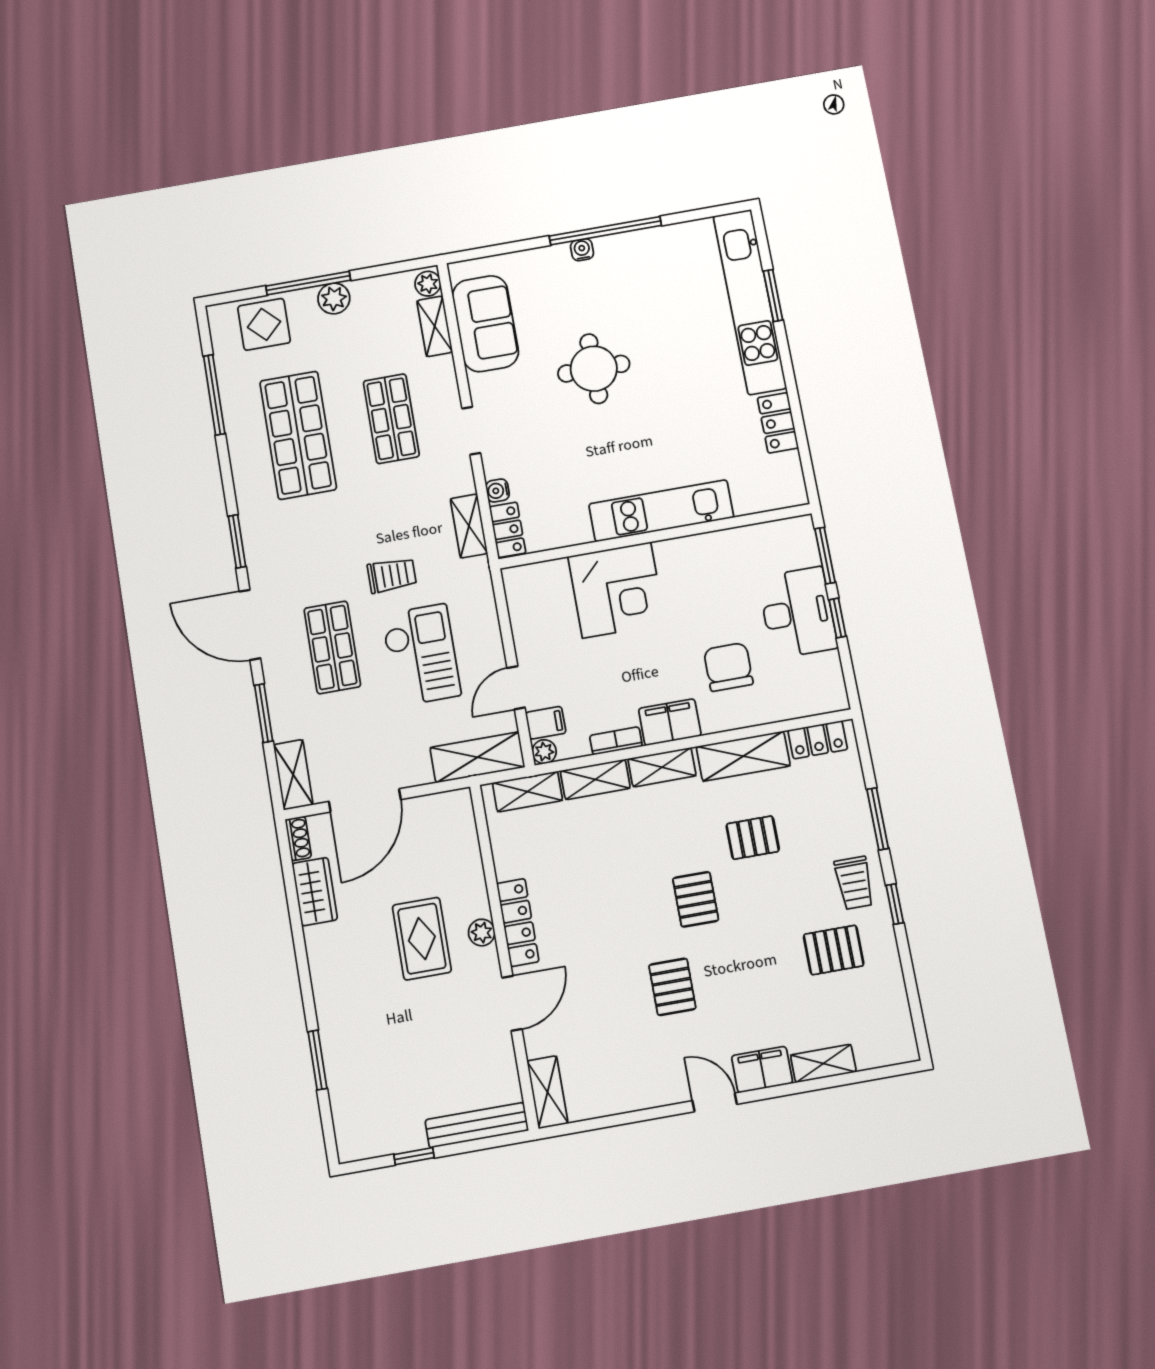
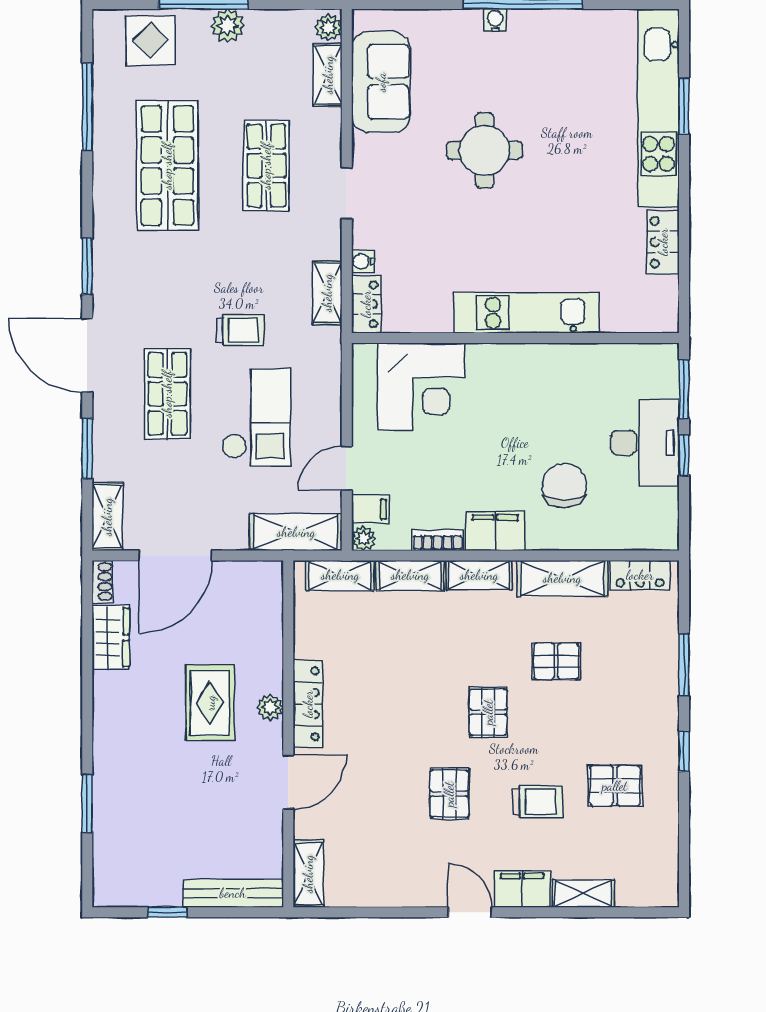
corner desk: (617, 590) -> (421, 387), moved
trolley: (854, 883) -> (537, 802), moved, turned -90

